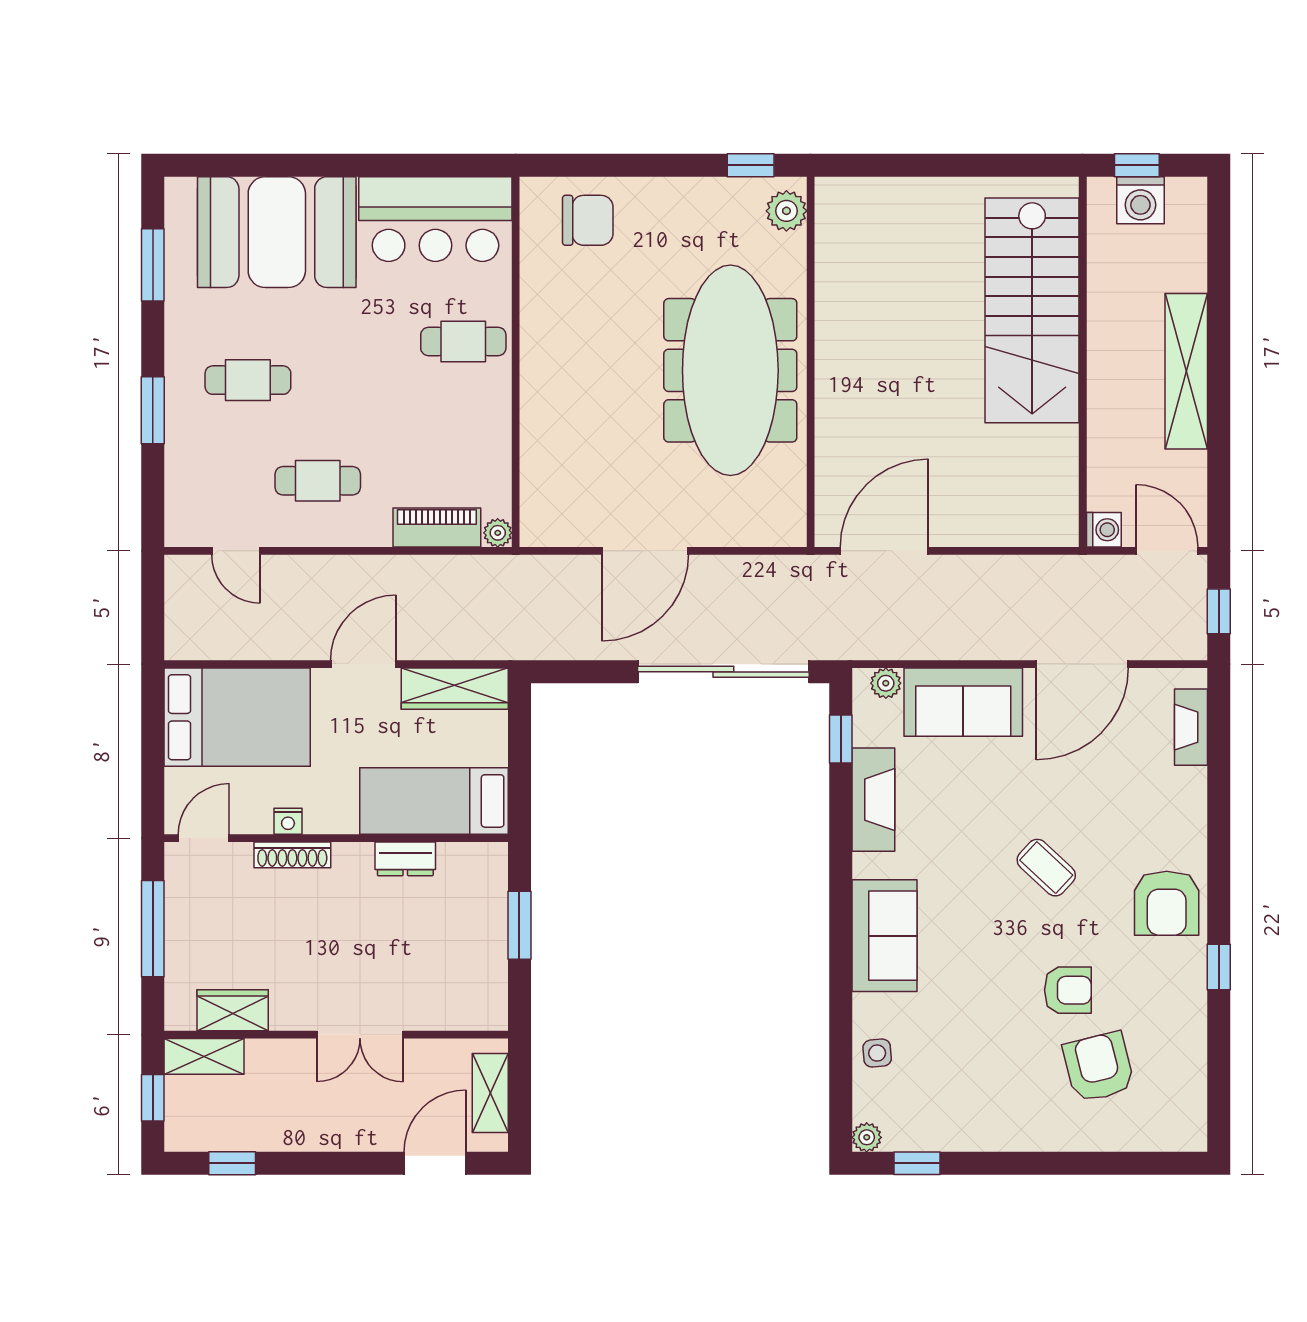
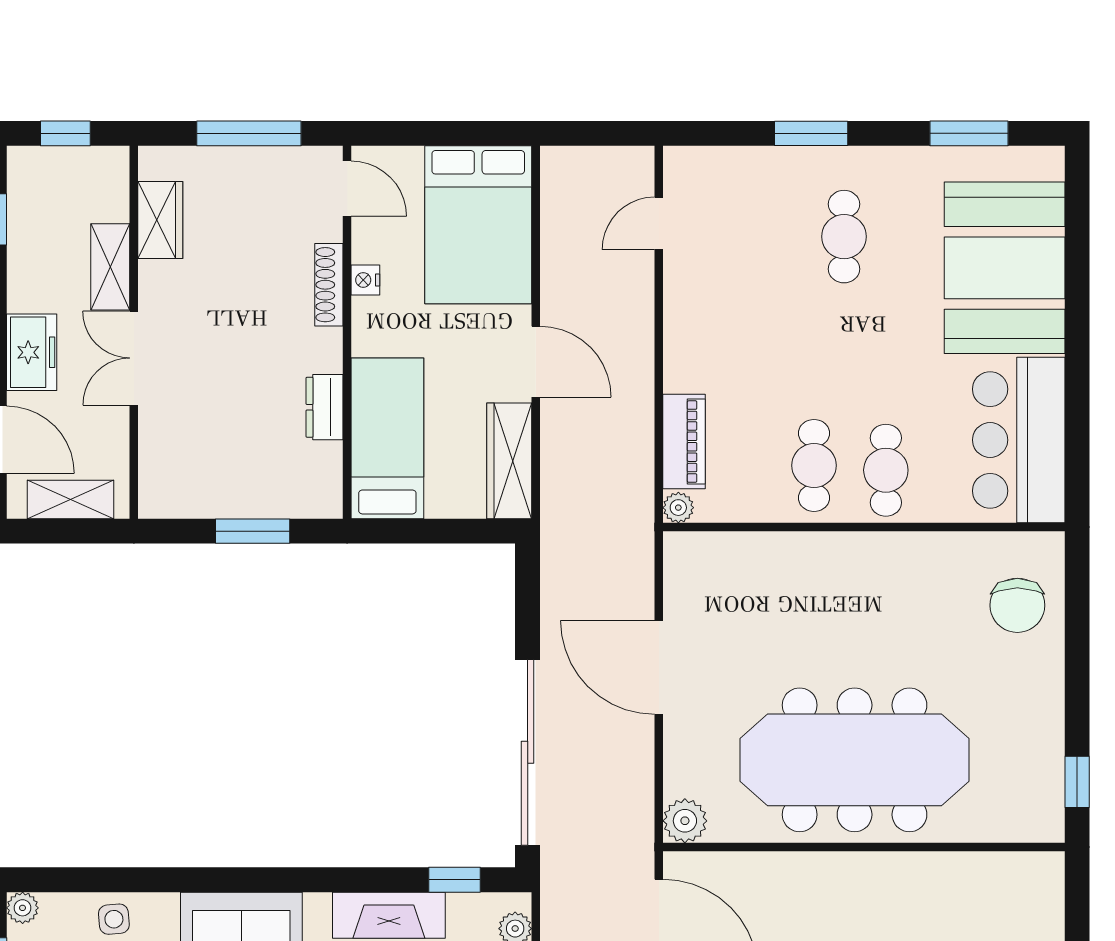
plant: (786, 211) -> (685, 821), moved
cafe table: (318, 481) -> (814, 465), moved
shelving: (204, 1056) -> (110, 267), moved
freezer: (355, 1129) -> (32, 352), added

